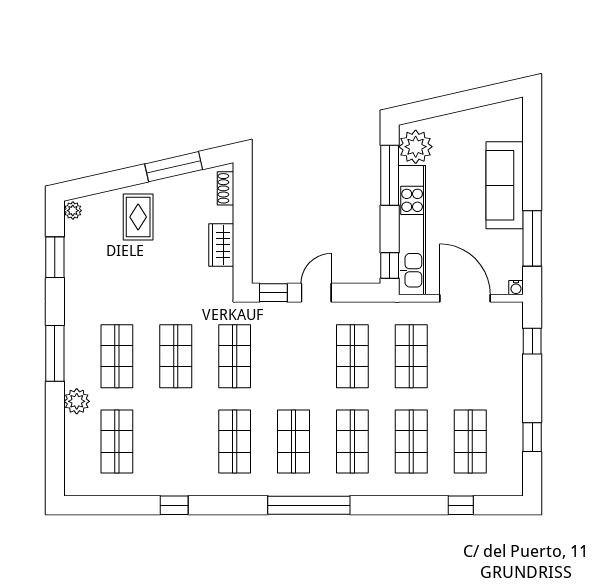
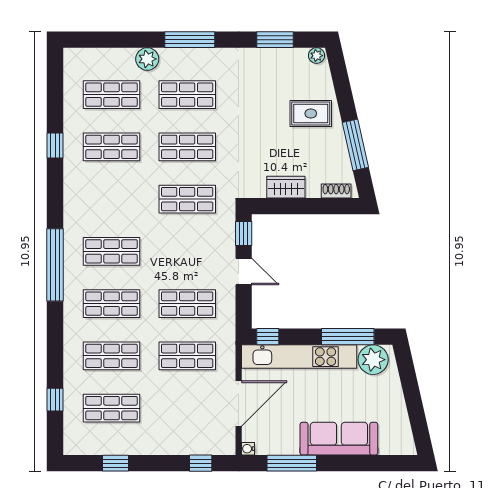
shop shelf: (235, 442) -> (112, 147), moved

